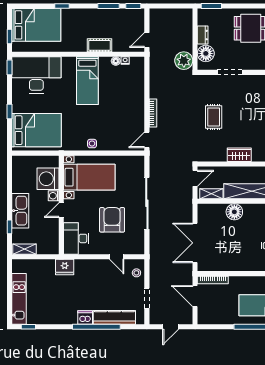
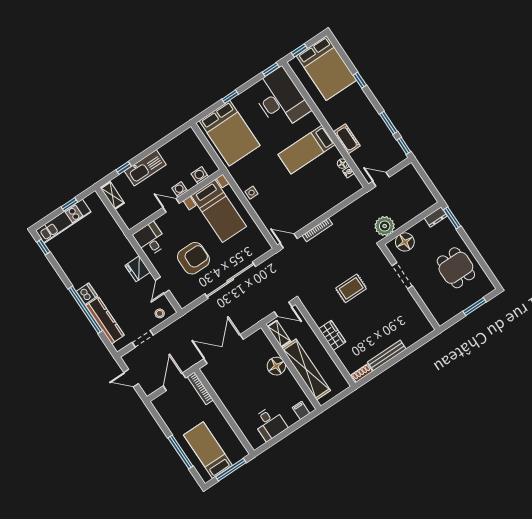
dresser: (203, 35) -> (436, 217), moved
washing machine: (48, 179) -> (200, 175), width x0.53, depth x0.53
desk: (76, 238) -> (150, 239), width x0.73
fridge: (65, 267) -> (138, 269), moved
window: (9, 286) -> (69, 204), added

